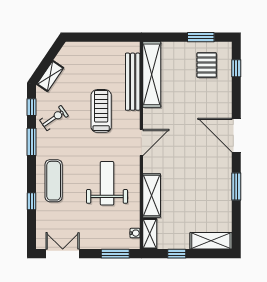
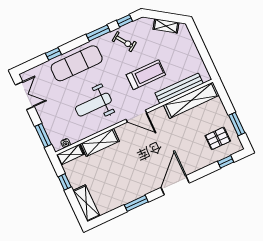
shelving: (50, 76) -> (166, 26), moved
exercise mat: (54, 181) -> (77, 63), width x1.36, depth x1.45
weight bench: (107, 183) -> (93, 105), turned 180

